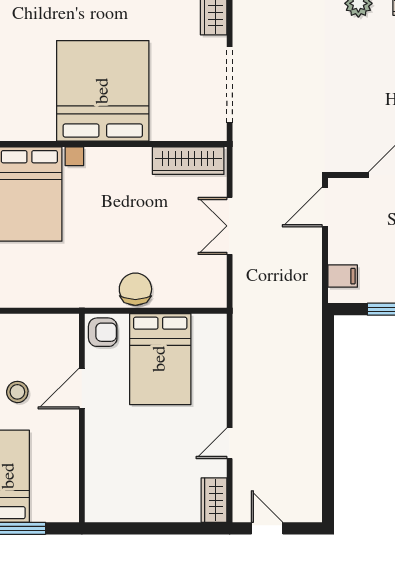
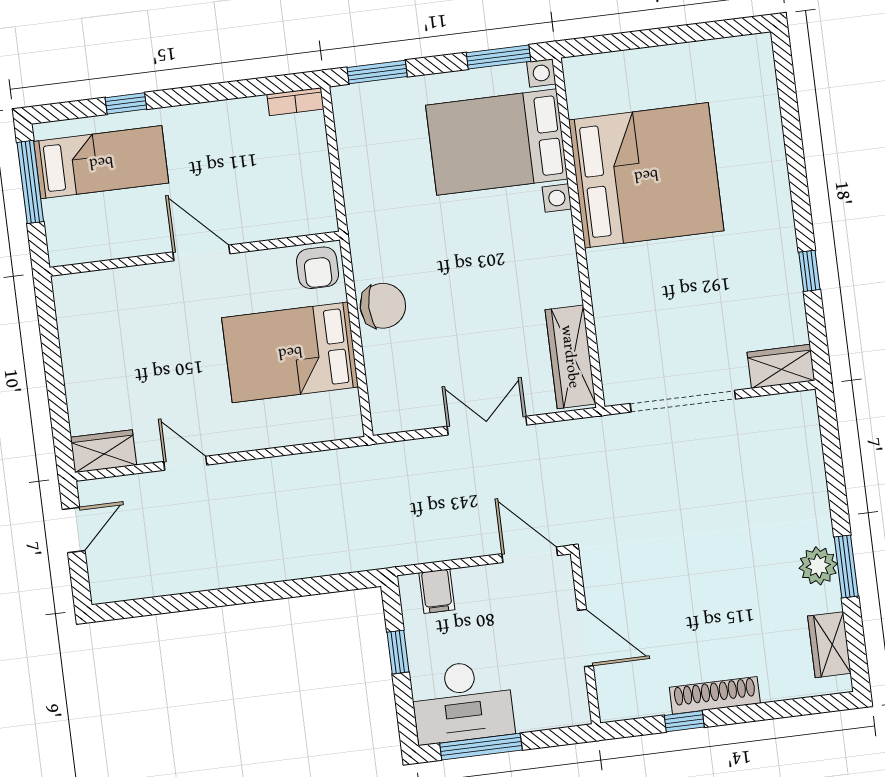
bed: (103, 91) -> (646, 175), moved
door: (82, 389) -> (201, 253), moved
stool: (17, 392) -> (220, 160), removed

